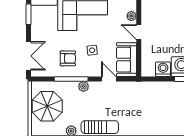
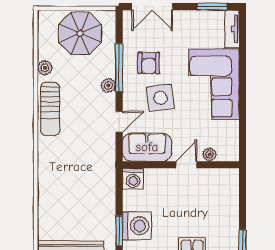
side table: (92, 50) -> (160, 98), width x1.87, depth x1.87
washing machine: (163, 69) -> (133, 179), moved, turned 90

